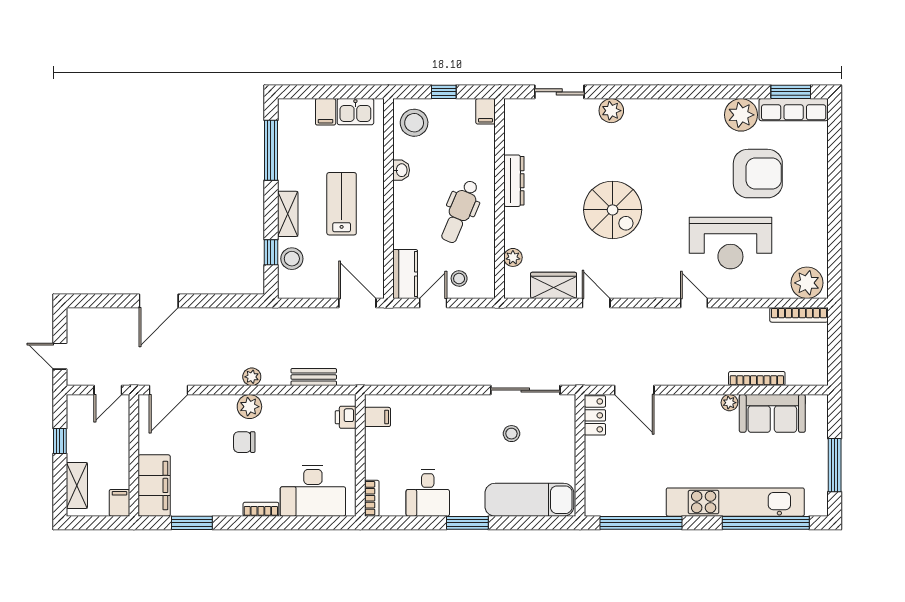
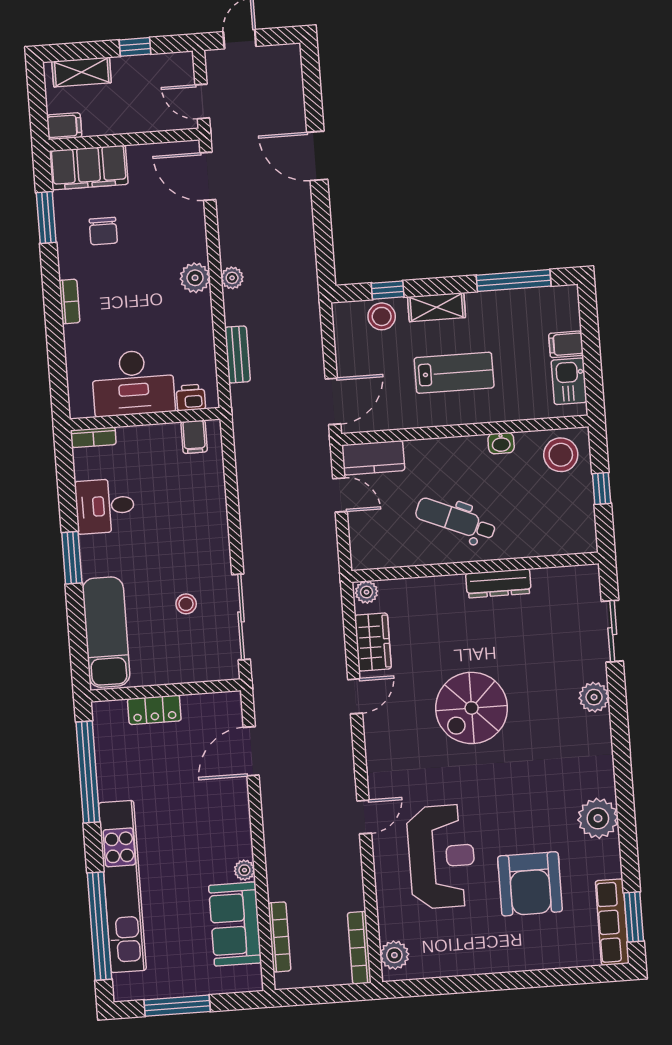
filing cabinet: (485, 111) -> (582, 542), removed
plant: (741, 115) -> (598, 818), moved
reception desk: (730, 243) -> (442, 857), turned 180
plant: (513, 257) -> (366, 592), moved
stool: (459, 279) -> (373, 525), removed
plant: (807, 283) -> (394, 955), width x0.73, depth x0.73
bookcase: (757, 379) -> (279, 937), moved
locker: (595, 415) -> (154, 710), moved
chair: (244, 442) -> (103, 231), moved, turned 180
desk: (313, 491) -> (133, 383), moved, turned -90

